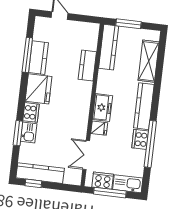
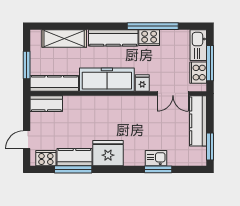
kitchen counter: (87, 66) -> (46, 104), moved
freezer: (102, 108) -> (107, 80), width x1.91, depth x1.26
cooker: (31, 112) -> (46, 158), moved
kitchen counter: (40, 173) -> (198, 121), moved
window: (33, 183) -> (210, 146), width x1.50

